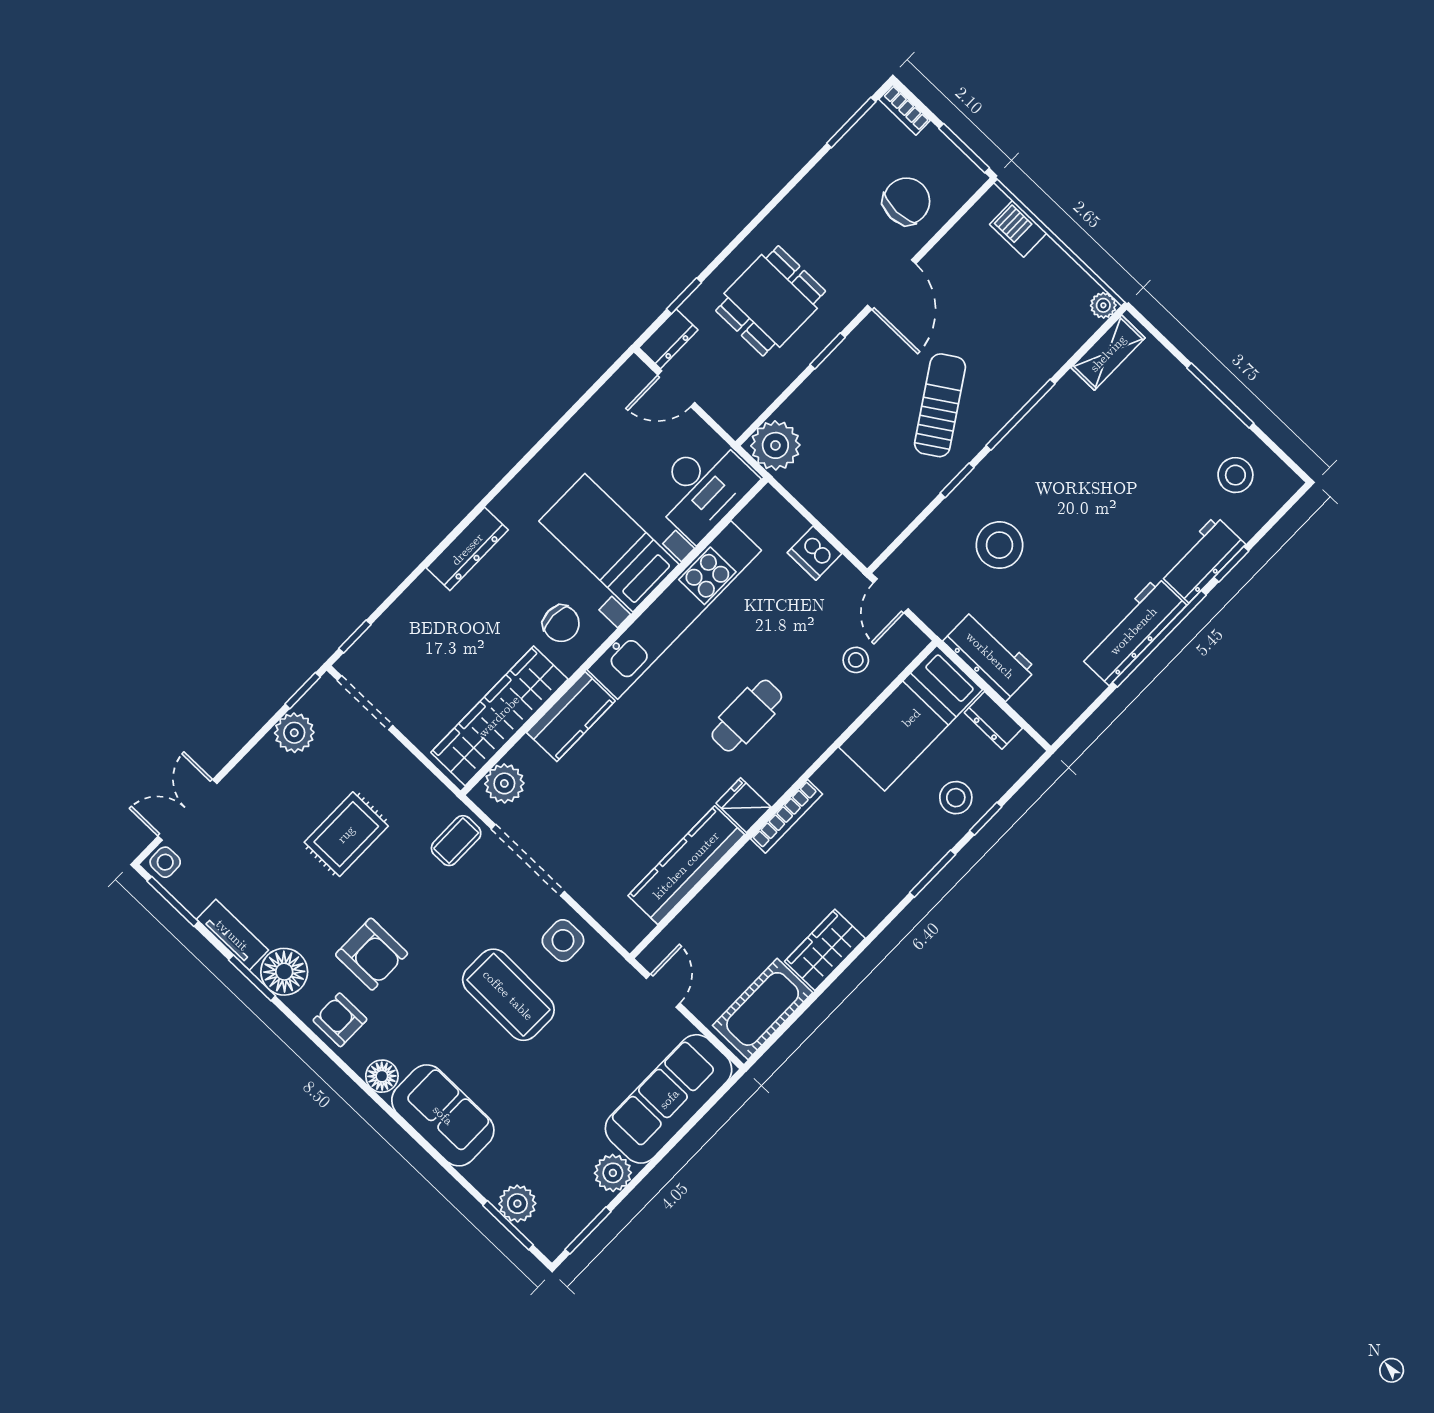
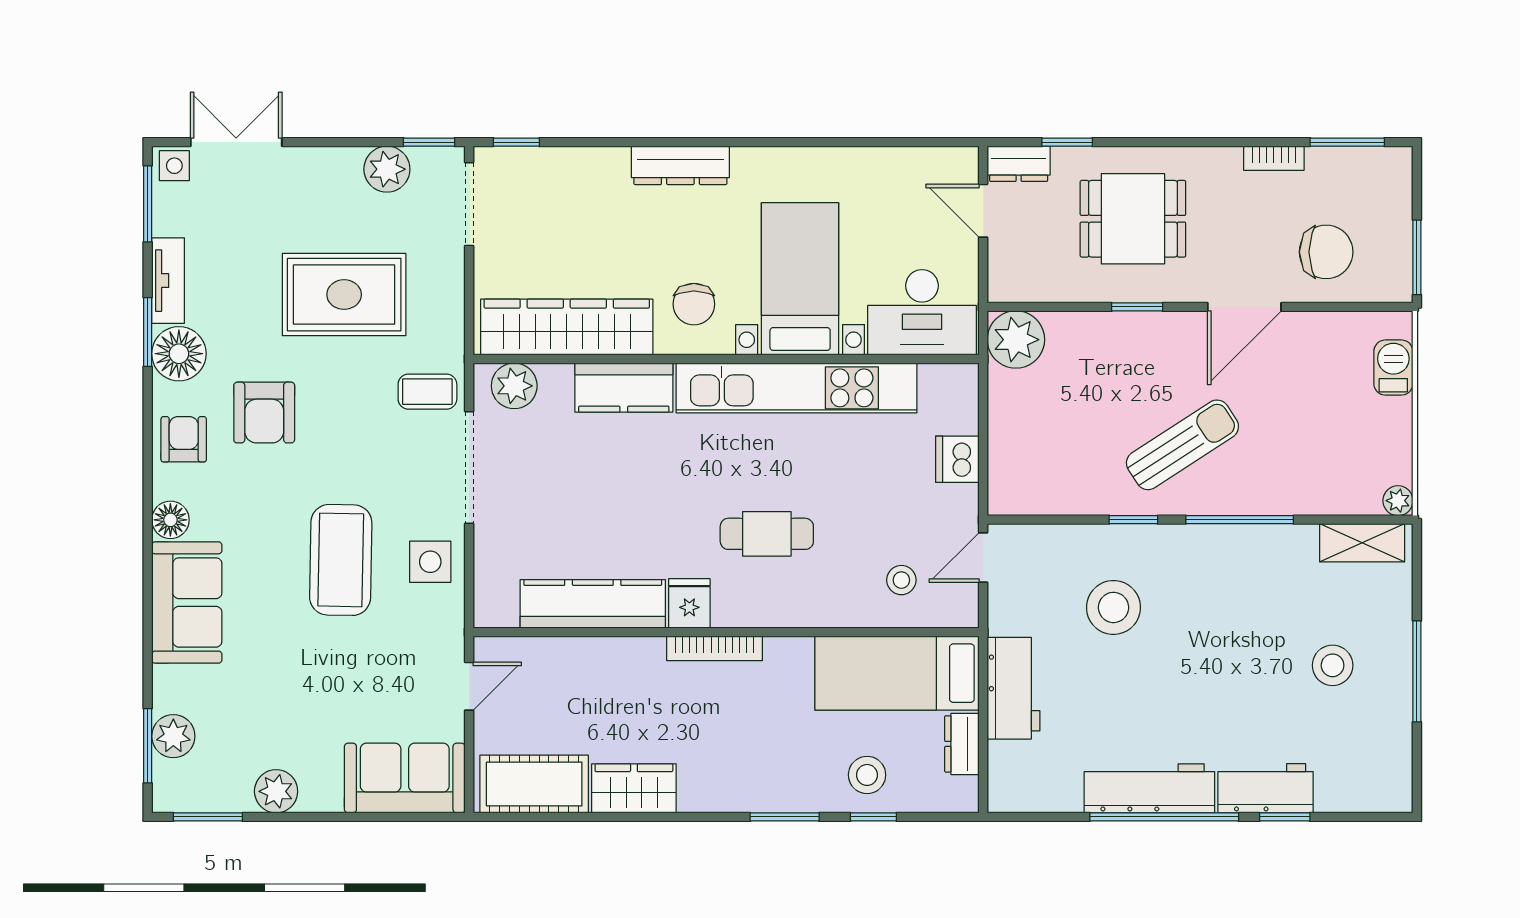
bookcase: (904, 110) -> (1274, 158), moved, turned -90
stool: (1235, 475) -> (1333, 665), moved
rug: (346, 834) -> (344, 295), width x1.36, depth x1.43
sofa: (669, 1099) -> (405, 778), width x0.73

